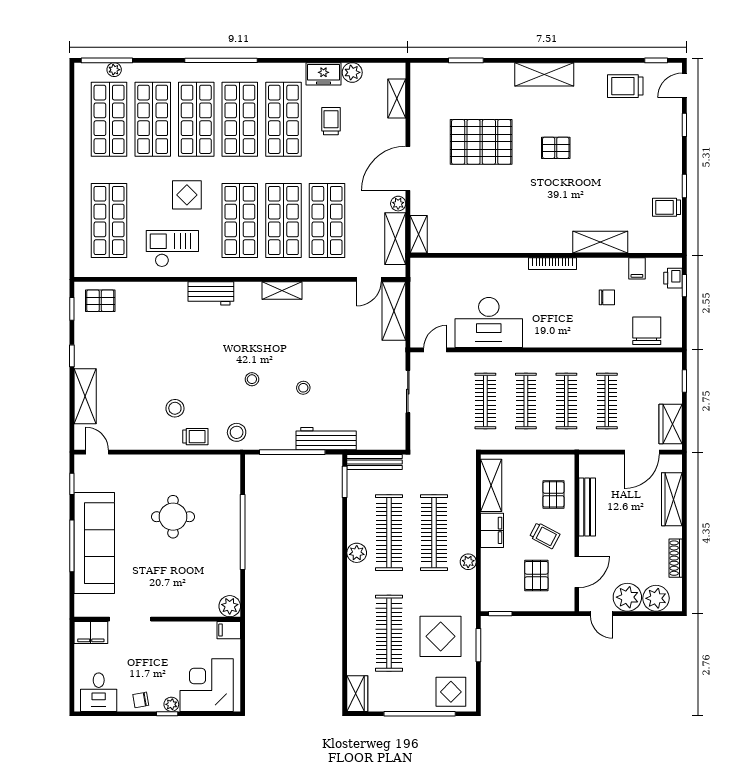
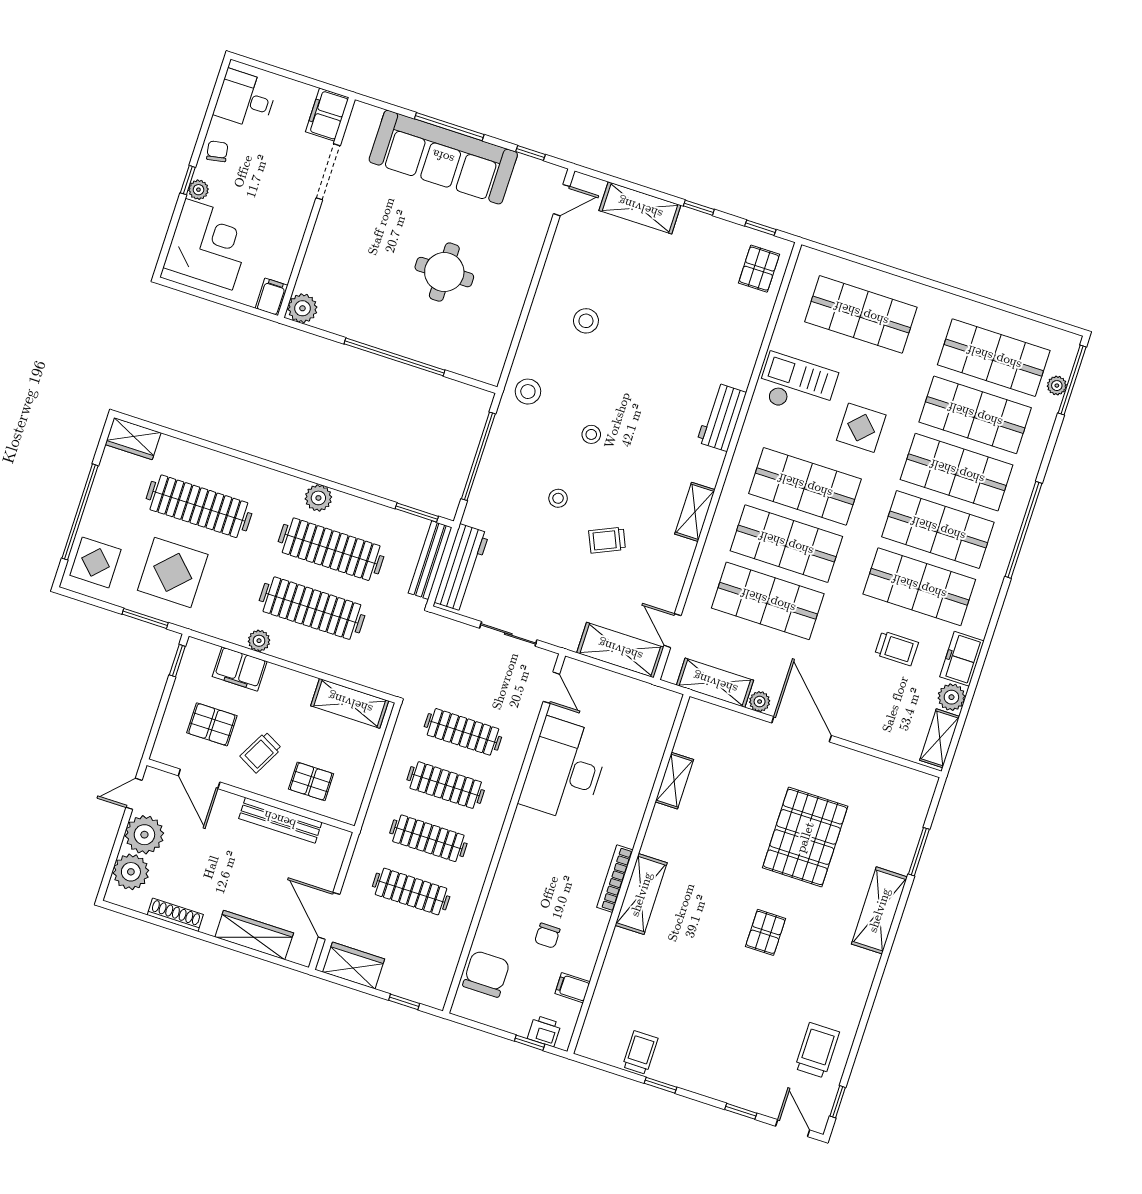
shelving: (544, 74) -> (879, 910), moved
shelving: (397, 99) -> (940, 738), moved, turned 90
shelving: (419, 234) -> (674, 781), moved, turned 90
shelving: (600, 242) -> (641, 894), moved
checkout: (172, 249) -> (797, 386), turned -90
chair: (647, 331) -> (486, 974), turned -90
trolley: (195, 437) -> (607, 540), moved, turned 66
workbench: (326, 439) -> (462, 568), moved
filing cabinet: (492, 530) -> (240, 669), moved

